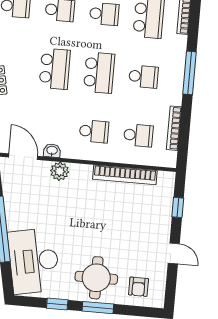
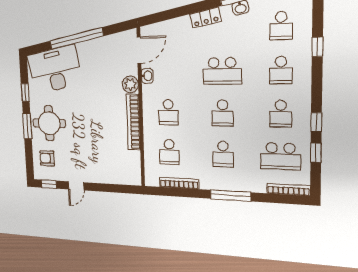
school desk: (99, 73) -> (223, 113), width x0.54
bookcase: (125, 175) -> (133, 122), moved
window: (178, 207) -> (49, 184), moved

